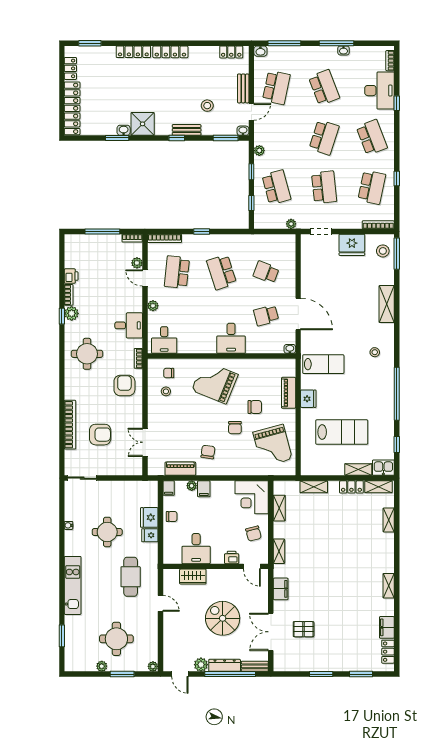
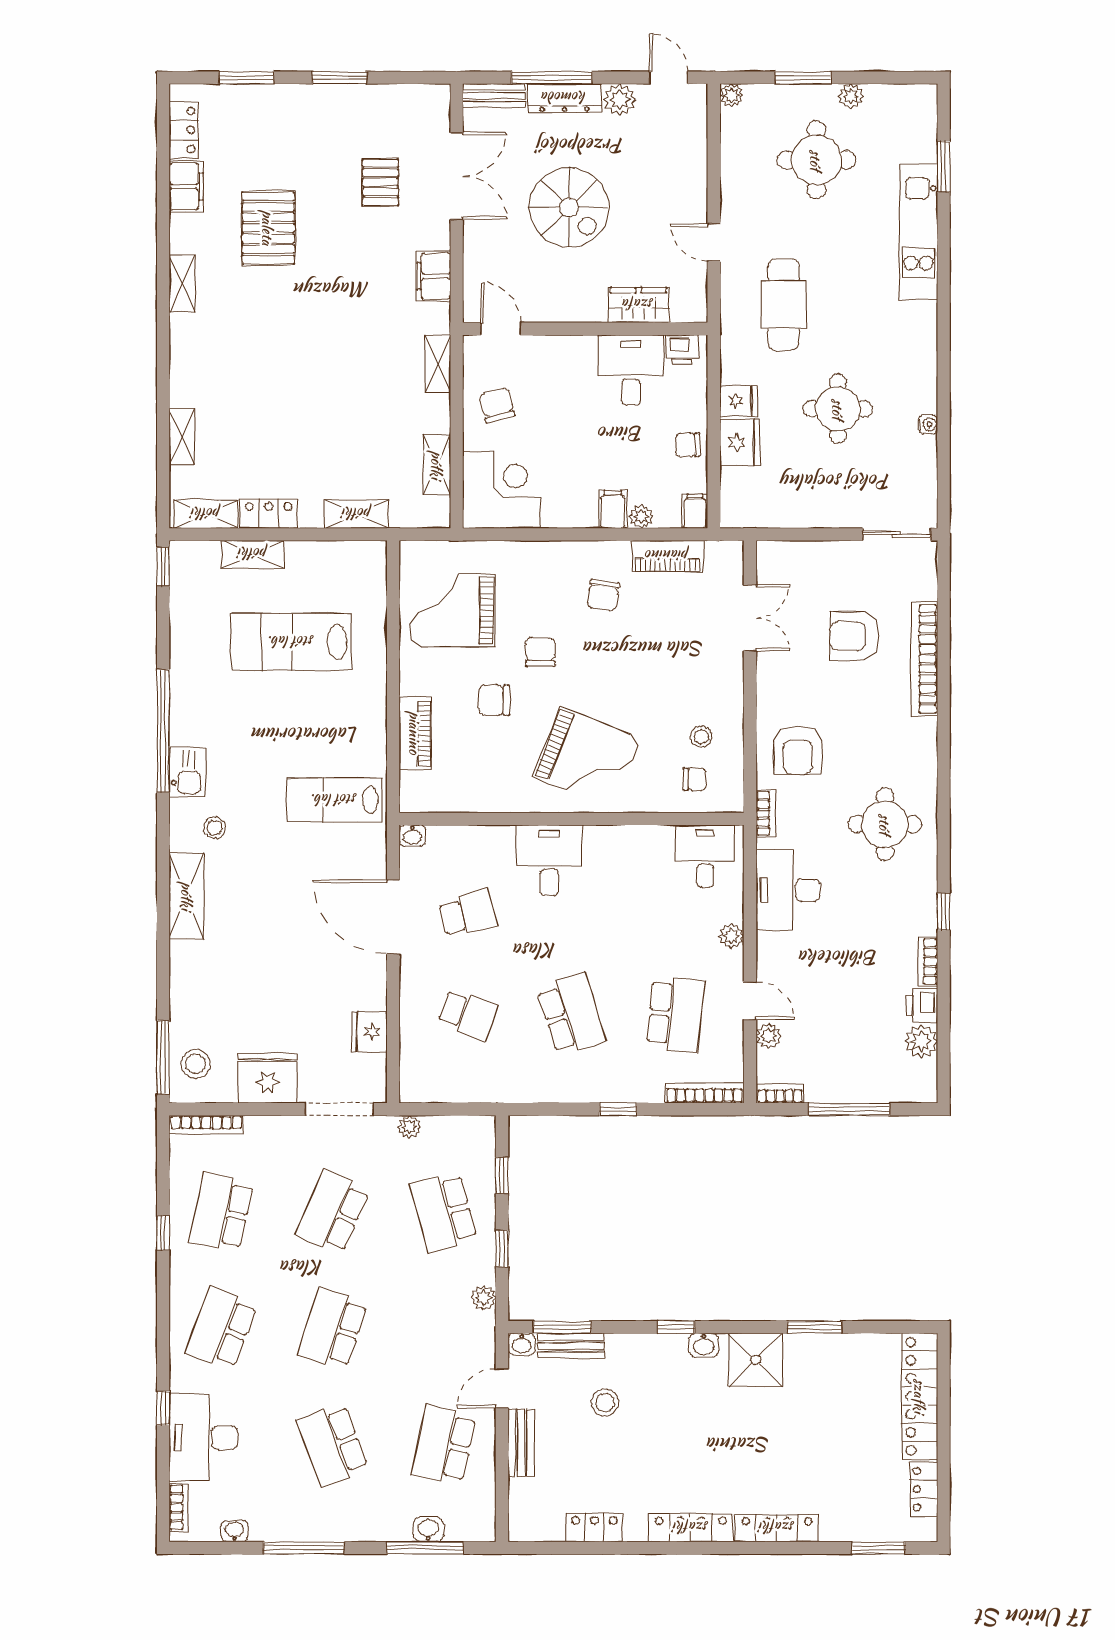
washbasin: (343, 50) -> (234, 1531), moved
washbasin: (260, 51) -> (428, 1530), moved
locker: (231, 52) -> (594, 1528), moved
washbasin: (124, 130) -> (704, 1345), moved
bench: (187, 130) -> (571, 1346), moved
school desk: (372, 137) -> (221, 1329), turned 42
school desk: (324, 187) -> (333, 1212), turned 30
doorway: (321, 231) -> (339, 1109), width x1.38
shelving: (387, 304) -> (187, 896), moved
plant: (72, 313) -> (921, 1041), moved
desk: (129, 325) -> (788, 890), width x1.37
fridge: (308, 399) -> (369, 1032), moved
window: (397, 445) -> (163, 566), moved
grand piano: (273, 446) -> (452, 610), turned -75
kitchen sink: (383, 468) -> (187, 773), moved, turned -90
printer: (232, 557) -> (682, 350), moved
kitchen unit: (73, 585) -> (918, 232), moved
pallet: (352, 610) -> (268, 228), added
pallet: (304, 629) -> (380, 182), turned 90
window: (230, 674) -> (552, 78), width x0.68

